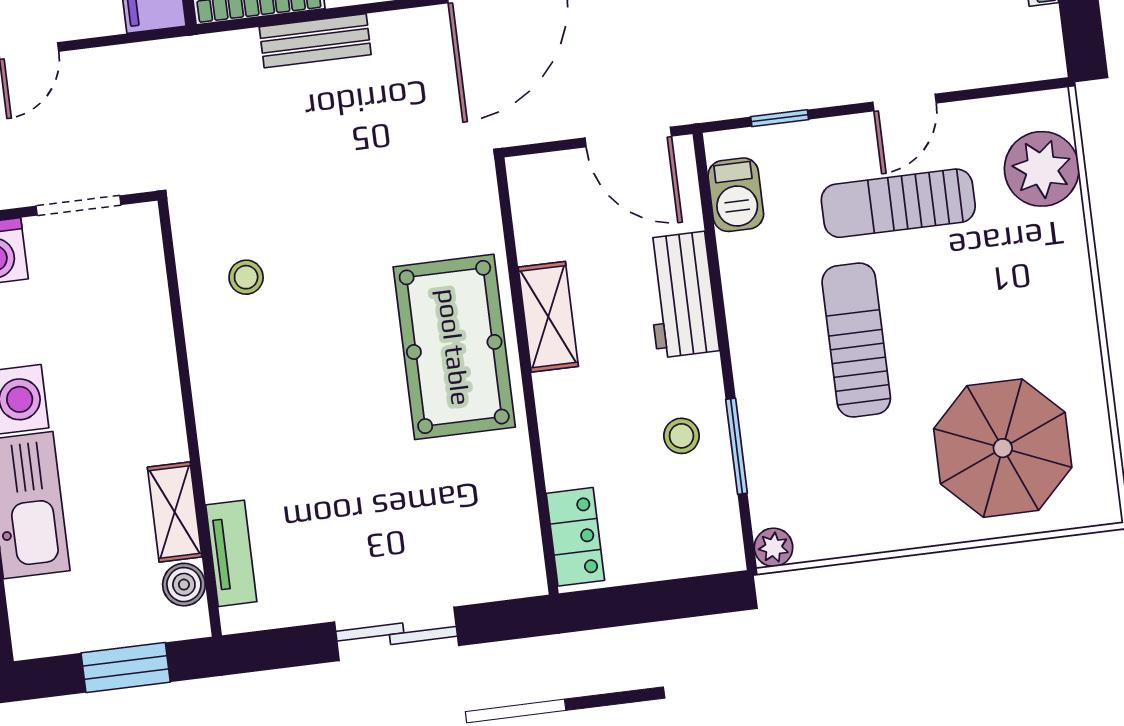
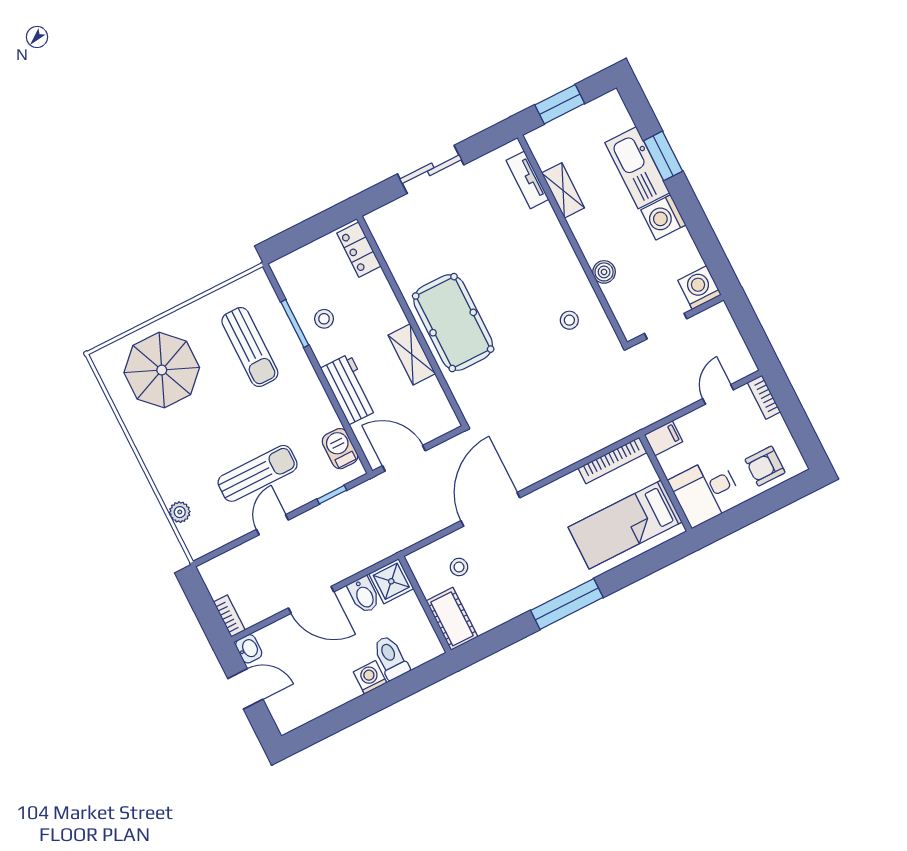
bench: (315, 41) -> (577, 450), removed
plant: (1042, 169) -> (180, 512), width x0.53, depth x0.53
sun lounger: (856, 340) -> (250, 347), moved
plant: (774, 547) -> (258, 280), removed
boiler: (184, 585) -> (604, 272), moved

